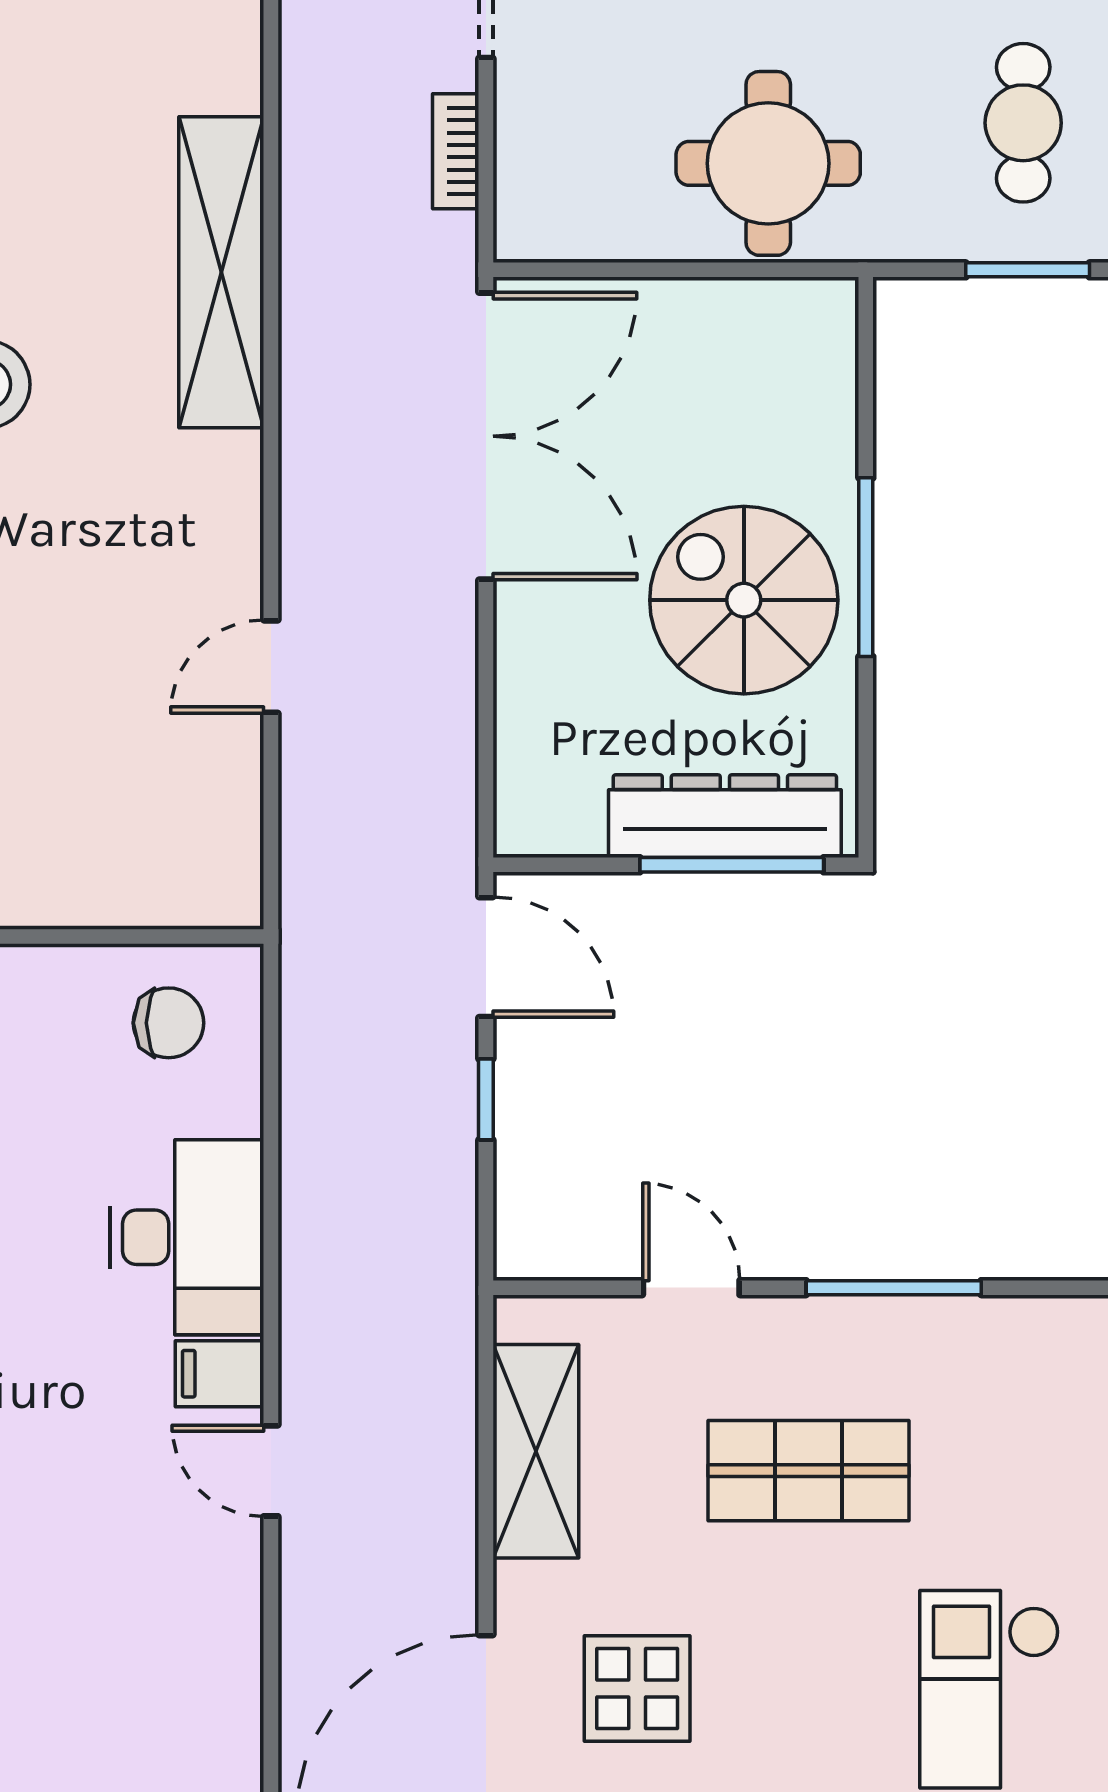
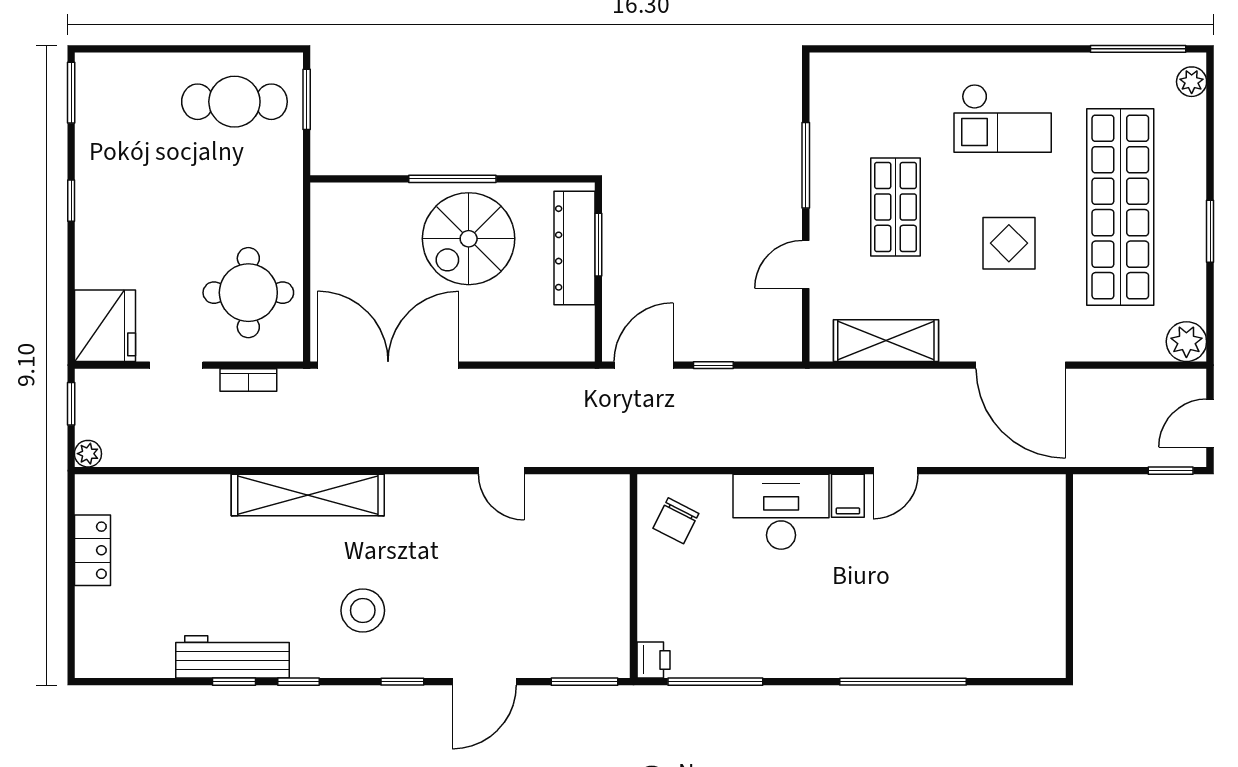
cafe table: (1023, 123) -> (234, 102), width x1.37, depth x1.35
round table: (768, 163) -> (248, 293), moved
window: (732, 865) -> (598, 245), width x0.69
chair: (169, 1023) -> (676, 521), turned -153
display table: (637, 1689) -> (1009, 243), moved

